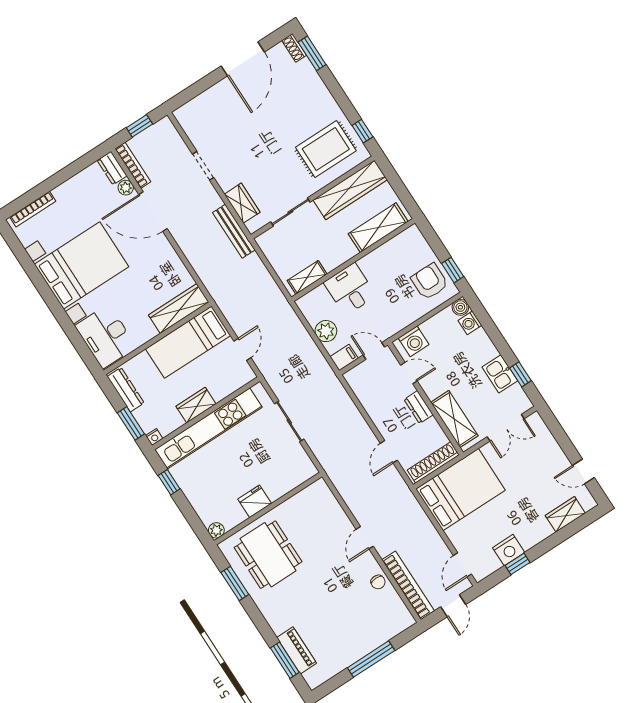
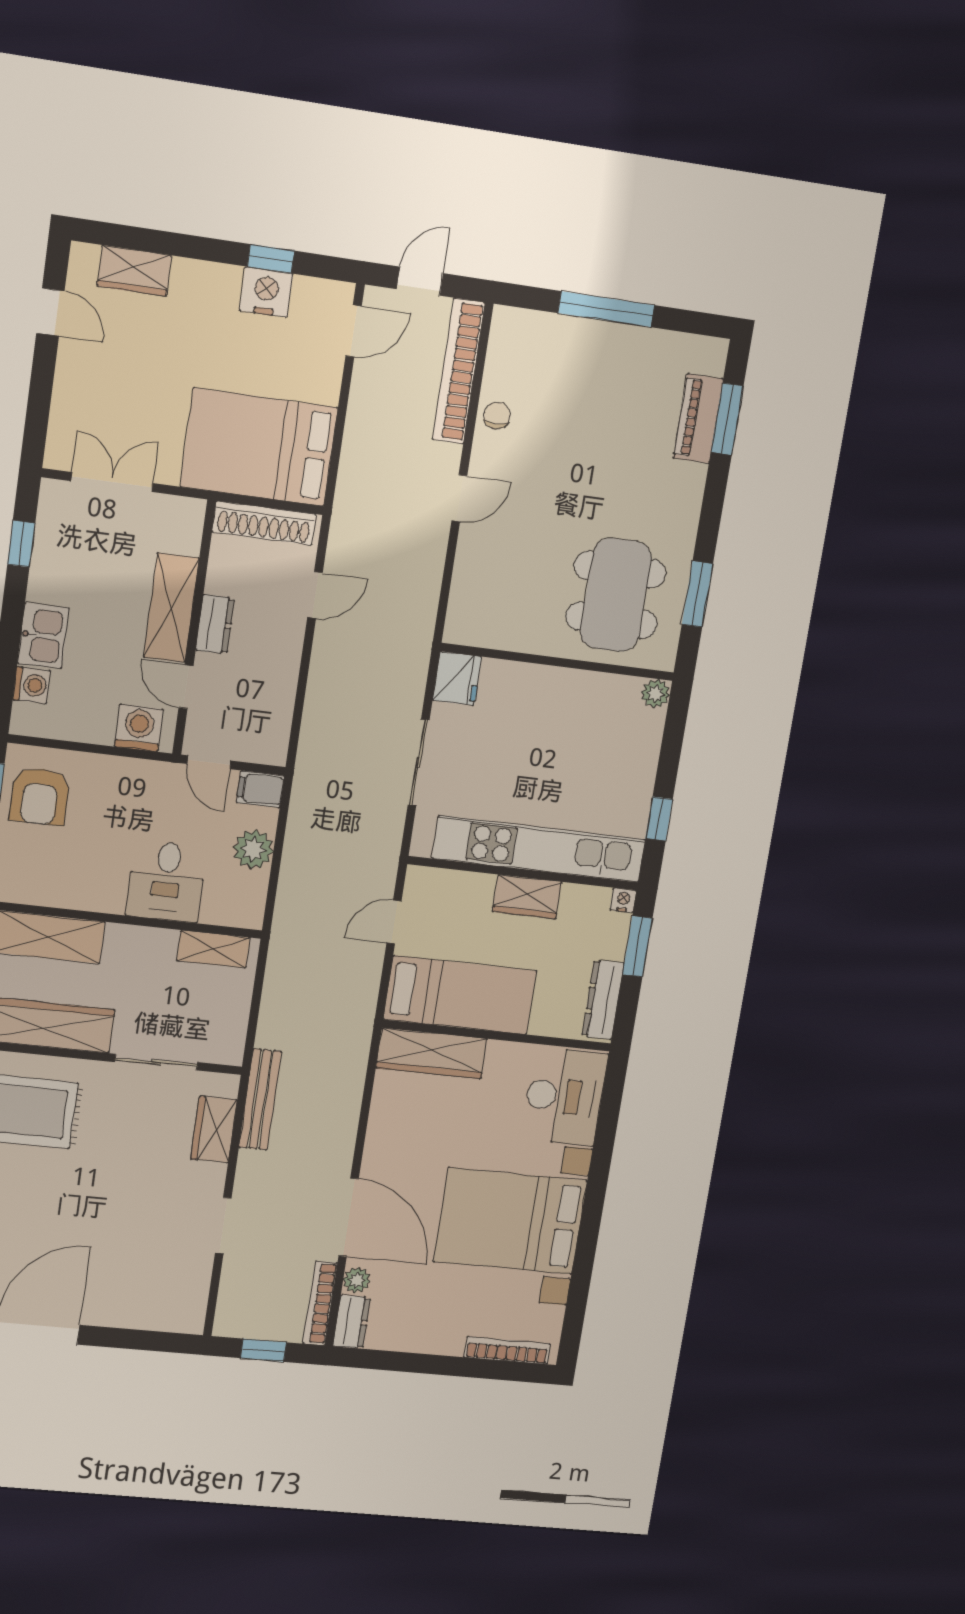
boiler: (460, 307) -> (26, 720), removed
kitchen sink: (500, 374) -> (43, 636), moved
shelving: (454, 419) -> (171, 608), moved
fridge: (255, 501) -> (457, 678), moved, turned -90

